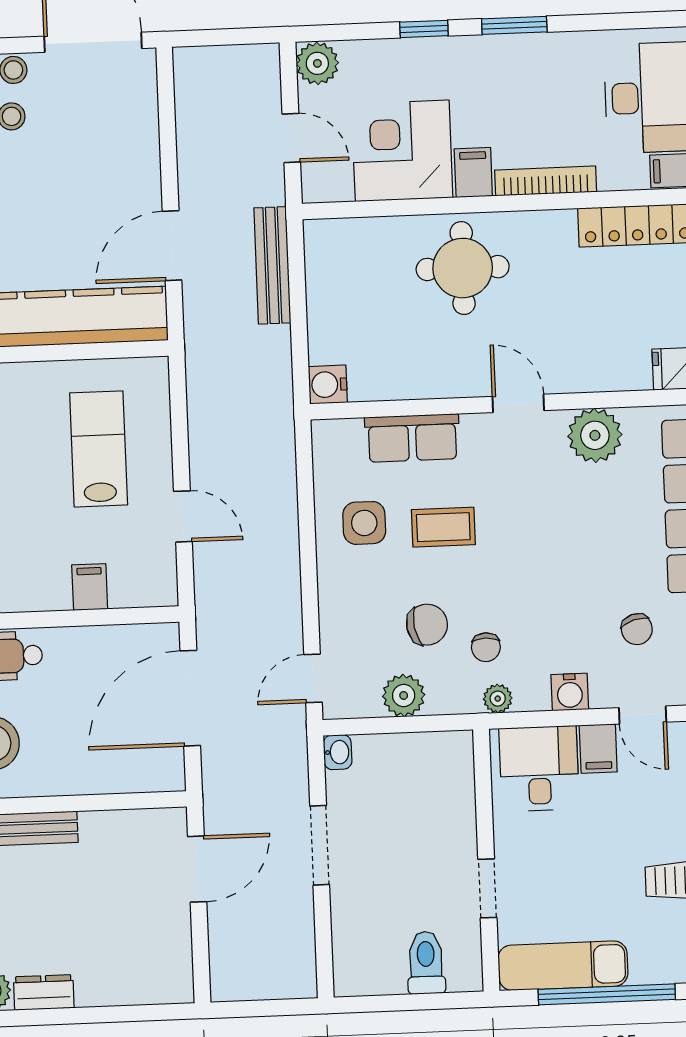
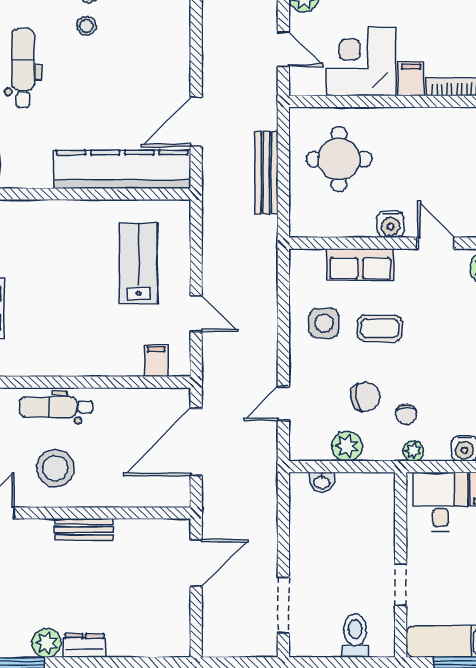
bench: (272, 265) -> (266, 173), moved
round table: (463, 268) -> (339, 159), moved
water cooler: (328, 385) -> (391, 224), moved, turned -90
filing cabinet: (90, 587) -> (156, 361), moved
door: (313, 678) -> (283, 403), moved
washbasin: (338, 752) -> (322, 482), moved, turned 90
doorway: (320, 845) -> (283, 605), moved

